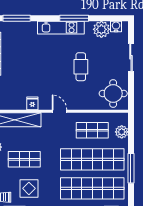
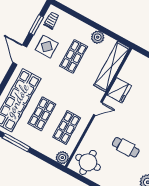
fridge: (32, 103) -> (119, 90), width x1.88, depth x1.34
plant: (122, 132) -> (62, 158), moved
shop shelf: (92, 159) -> (42, 114), width x0.50, depth x0.74

